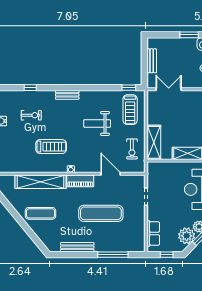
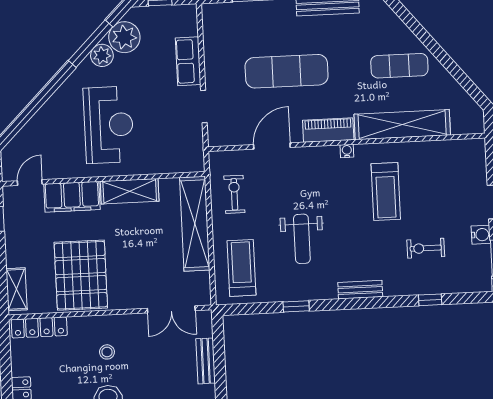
window: (129, 88) -> (296, 306), moved
weight bench: (97, 123) -> (302, 239), turned 90
shelving: (154, 142) -> (195, 224), width x1.47
treadmill: (51, 147) -> (386, 191), turned -90
door: (111, 174) -> (272, 146), swing flipped
row of seats: (153, 233) -> (188, 61), moved

